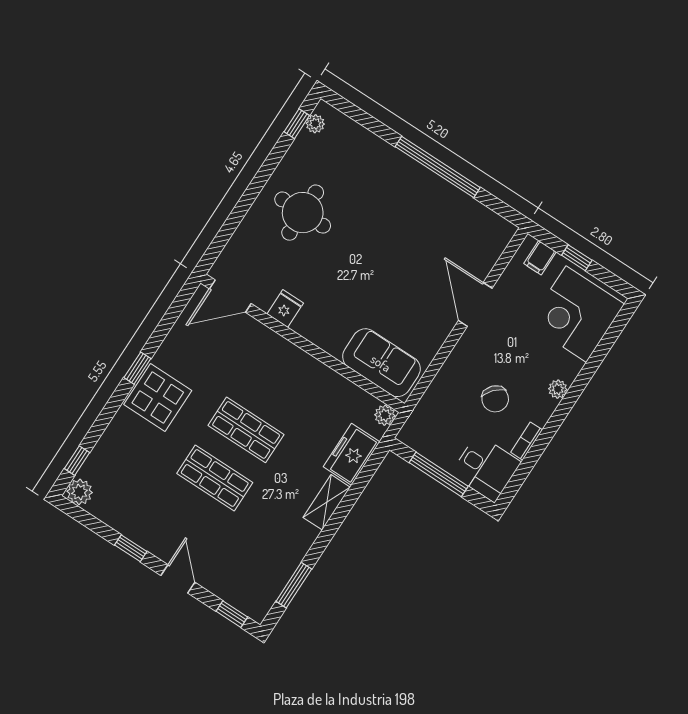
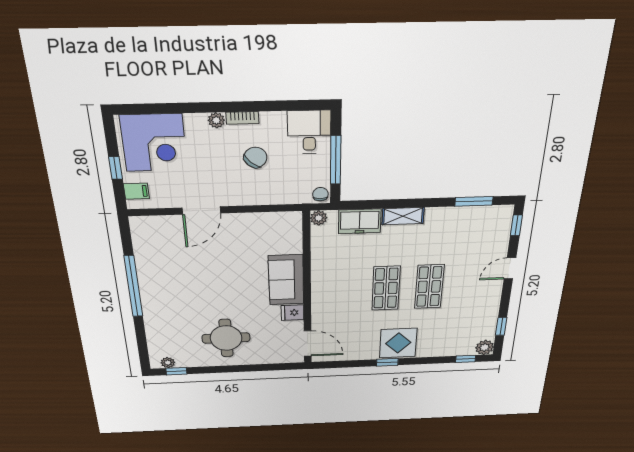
sofa: (381, 363) -> (286, 280), moved
chair: (411, 435) -> (320, 194), added
bookcase: (527, 441) -> (242, 118), moved
window: (131, 548) -> (501, 326), moved

